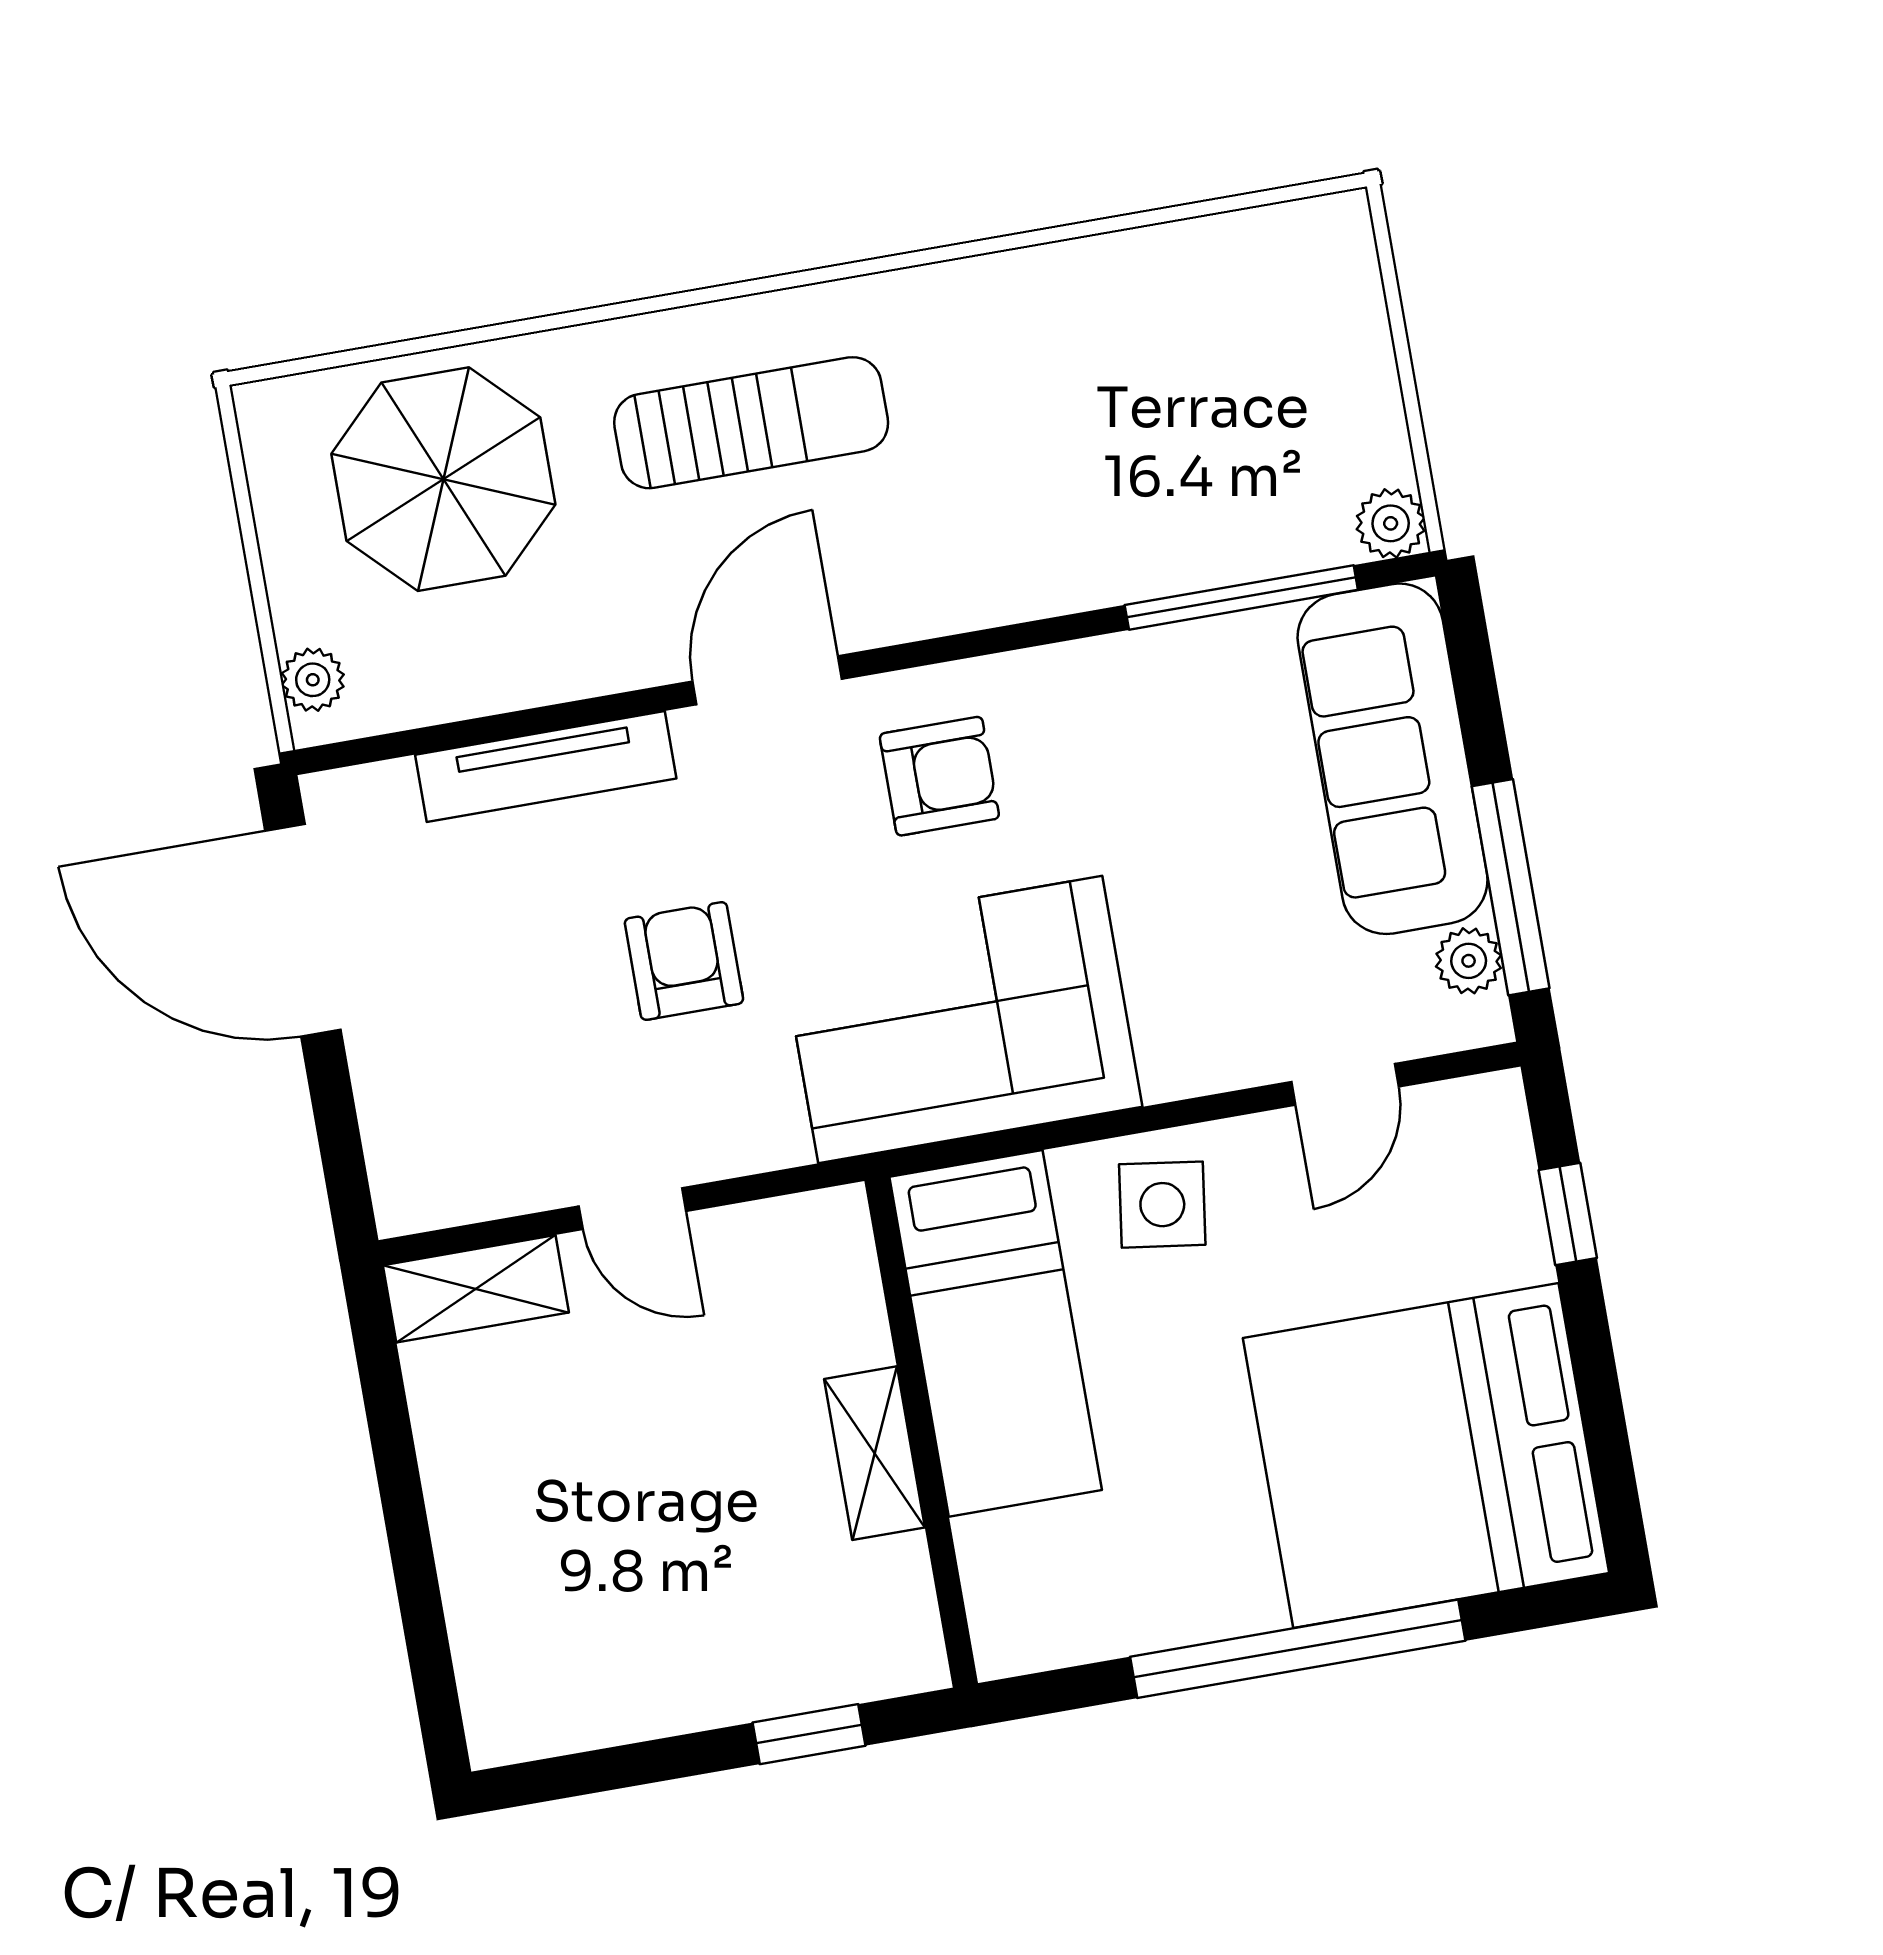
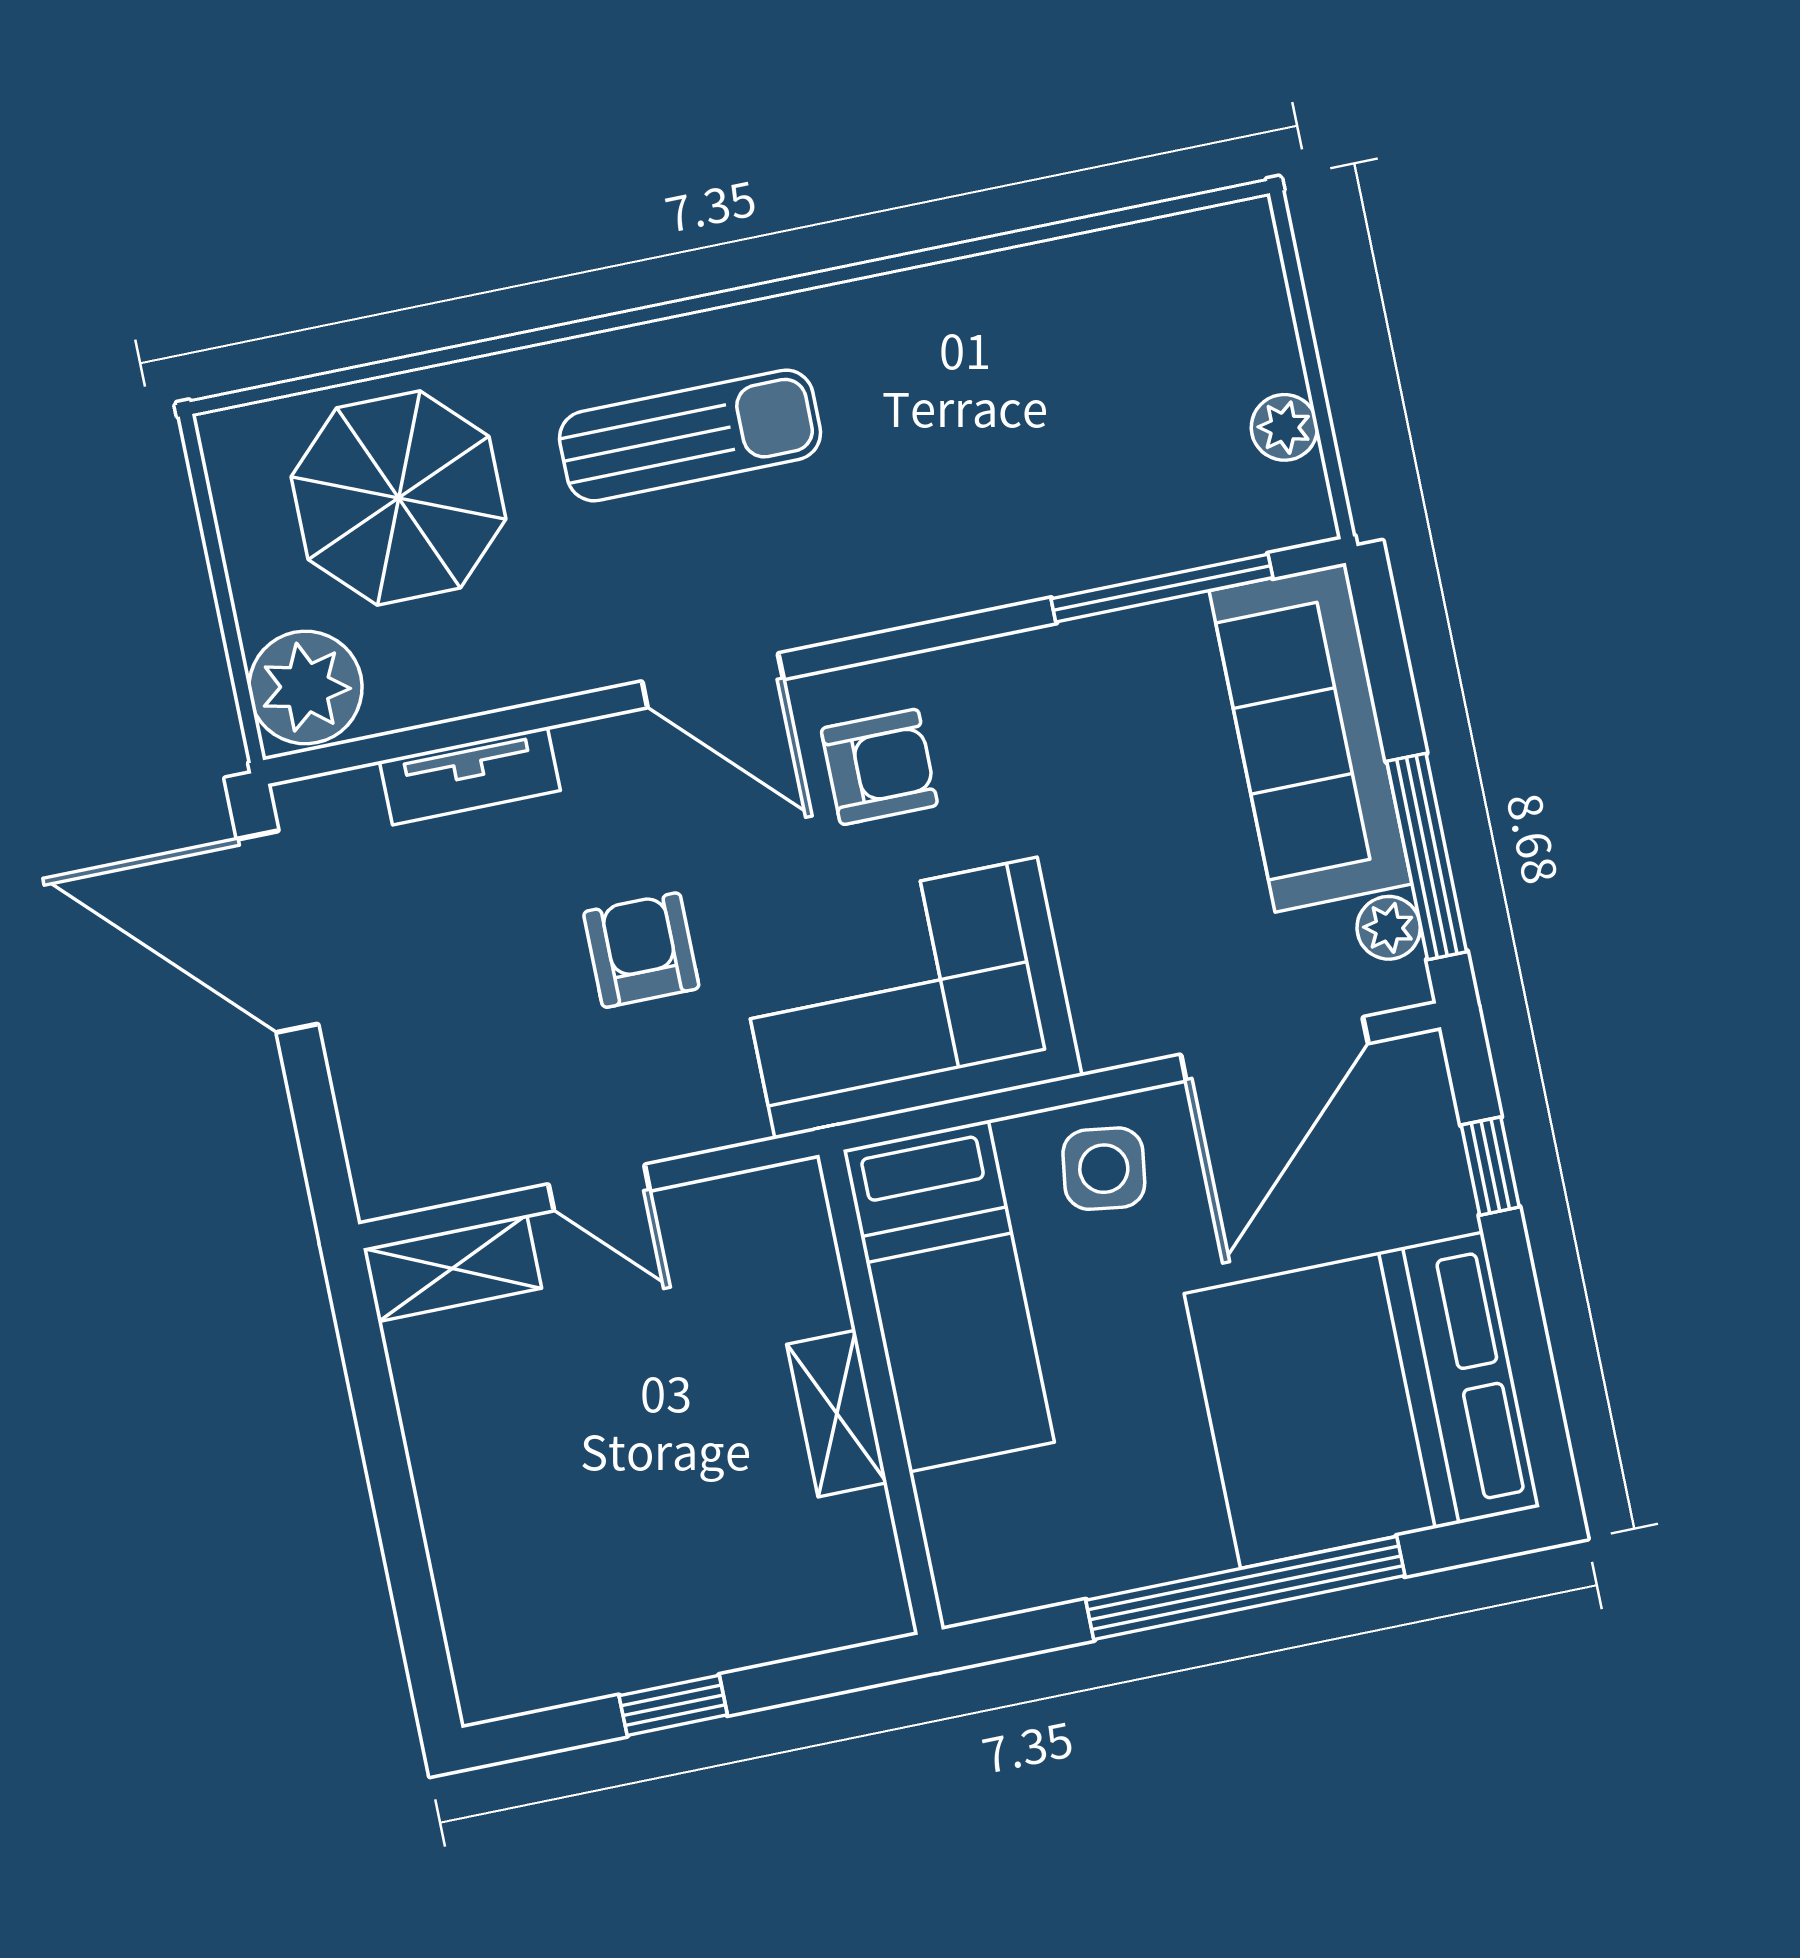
plant: (1391, 523) -> (1284, 427), moved
plant: (313, 680) -> (306, 687), width x1.87, depth x1.87
door: (767, 680) -> (713, 680), swing flipped
tv unit: (546, 767) -> (470, 776), width x0.71
door: (1345, 1084) -> (1274, 1049), width x1.87
window: (809, 1734) -> (673, 1705), moved

